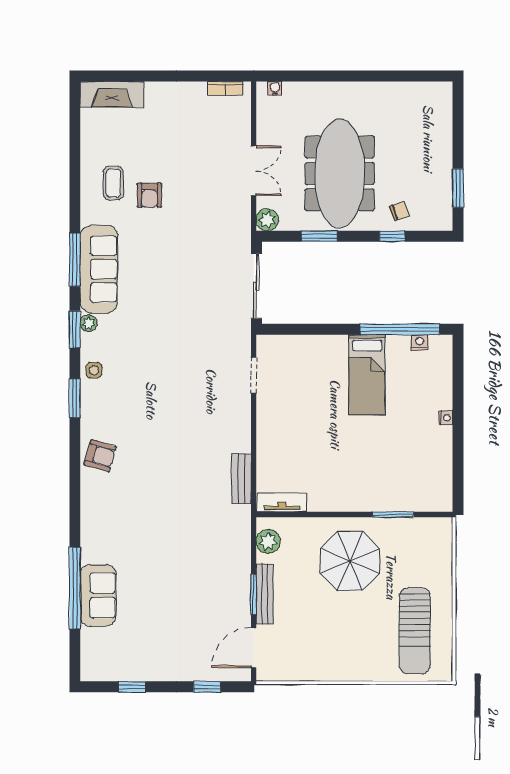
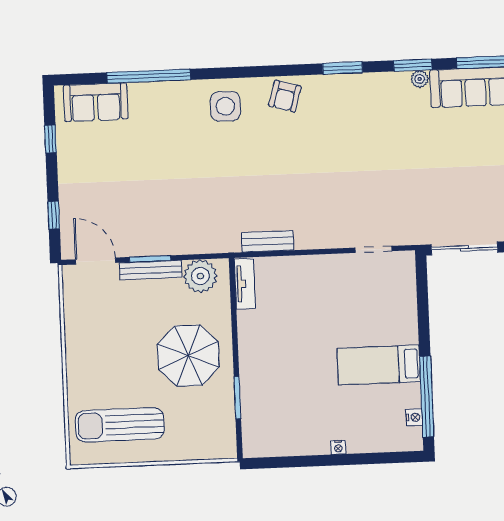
side table: (94, 370) -> (225, 106), moved, width x1.87, depth x1.87
plant: (268, 541) -> (200, 276), width x1.36, depth x1.36
sofa: (98, 595) -> (96, 102), moved

